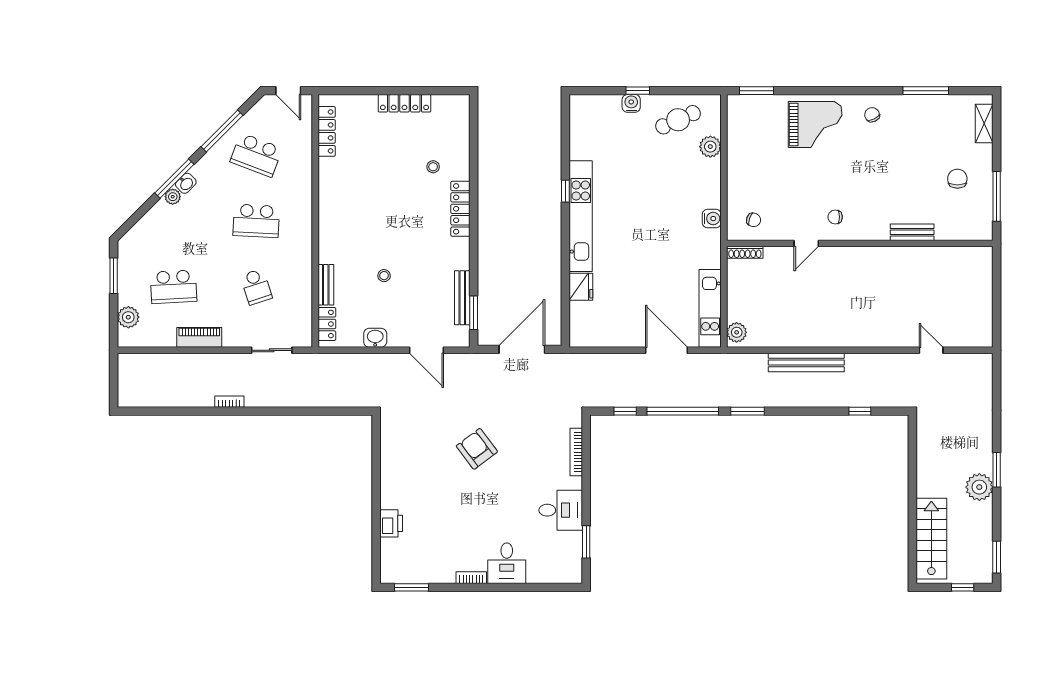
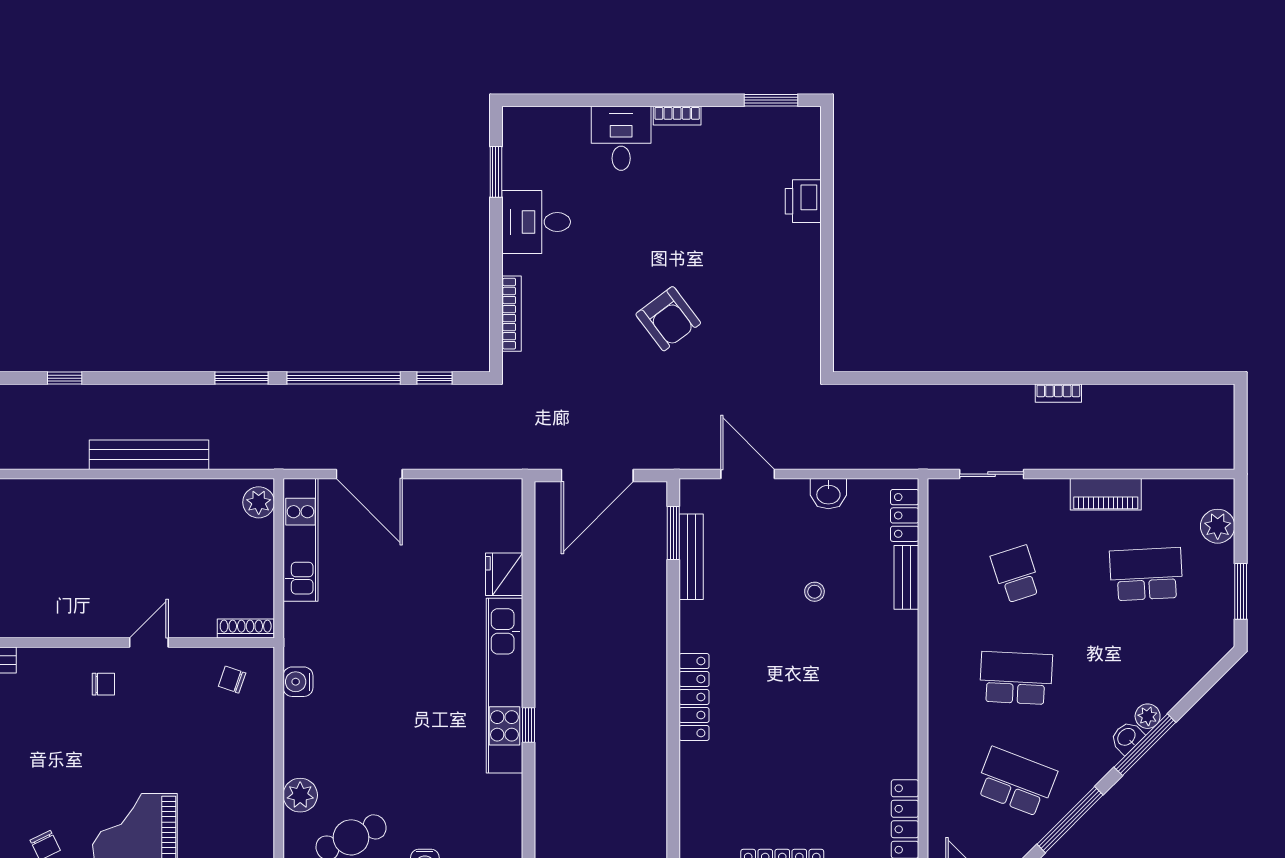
stool: (433, 167) -> (737, 763), removed

